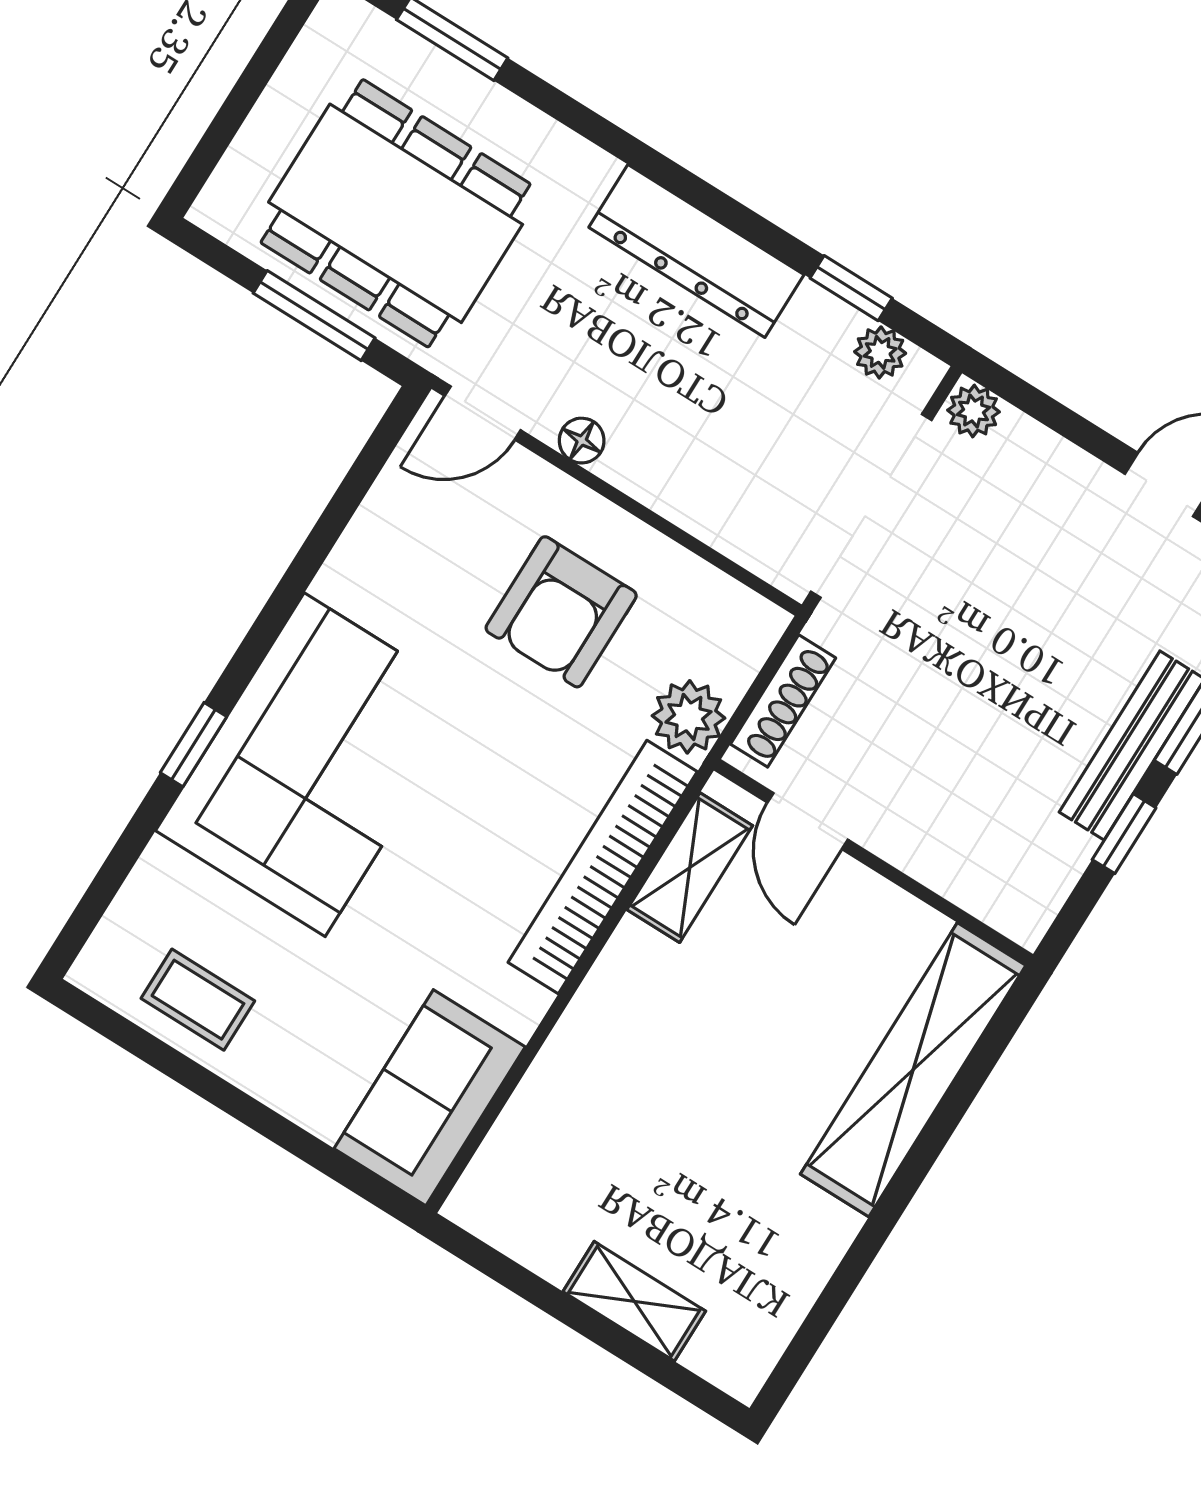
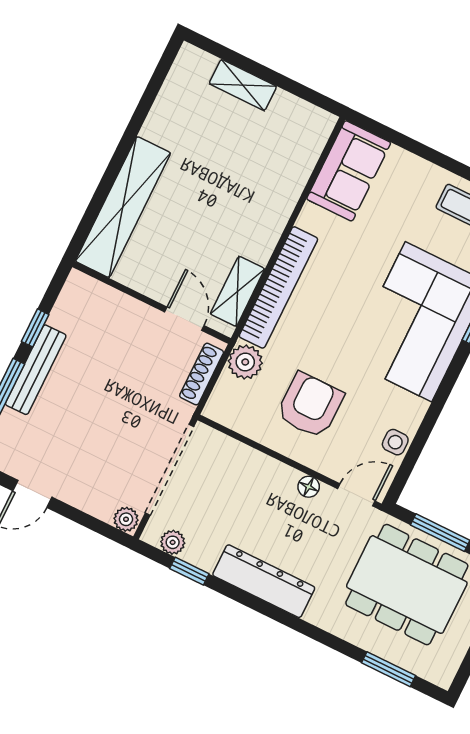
side table: (390, 516) -> (395, 442), added

